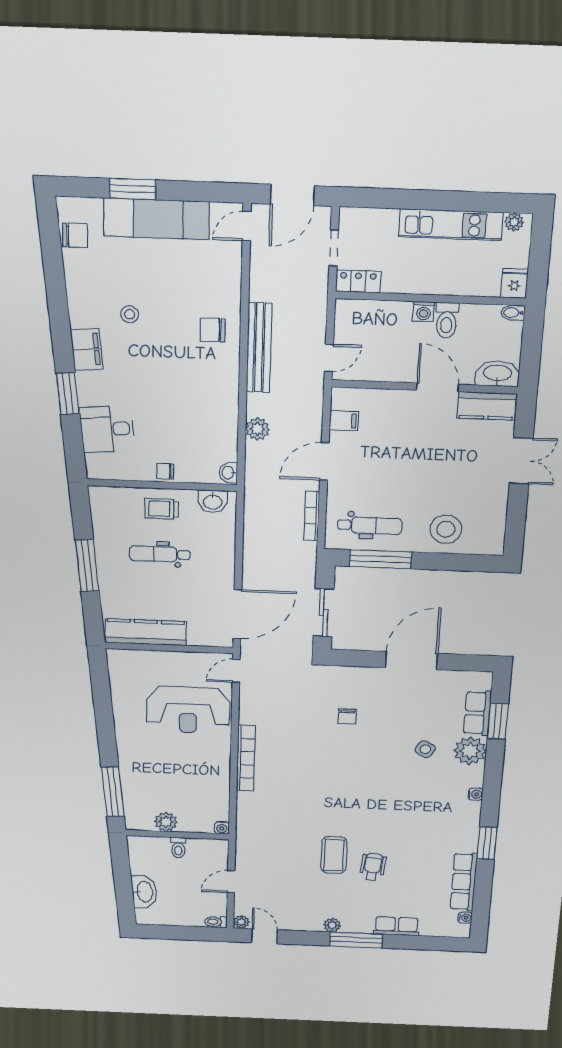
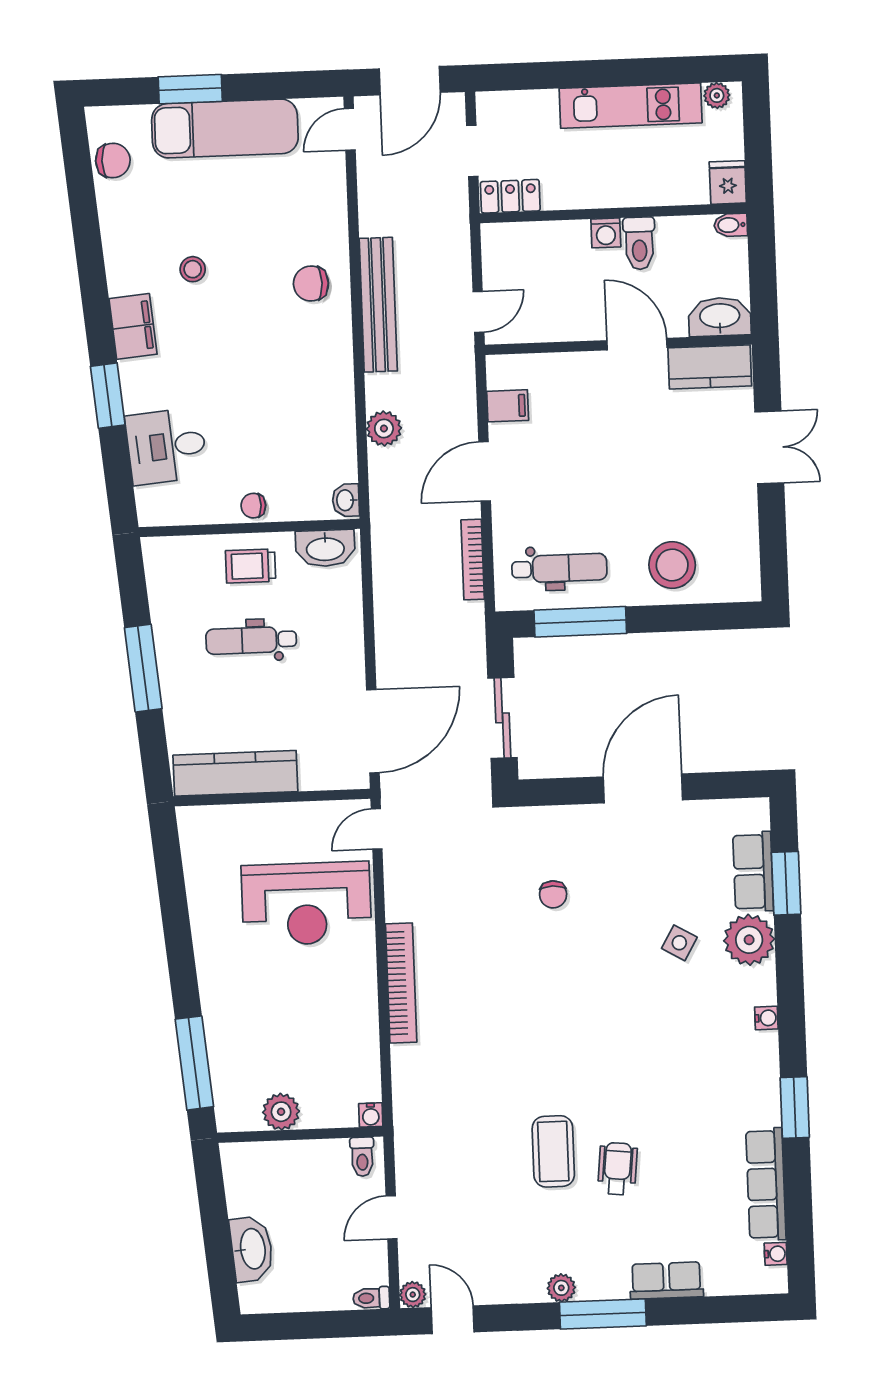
washbasin: (213, 501) -> (325, 548), width x1.38
toilet: (178, 848) -> (362, 1157), moved

